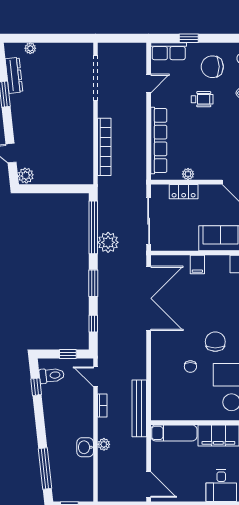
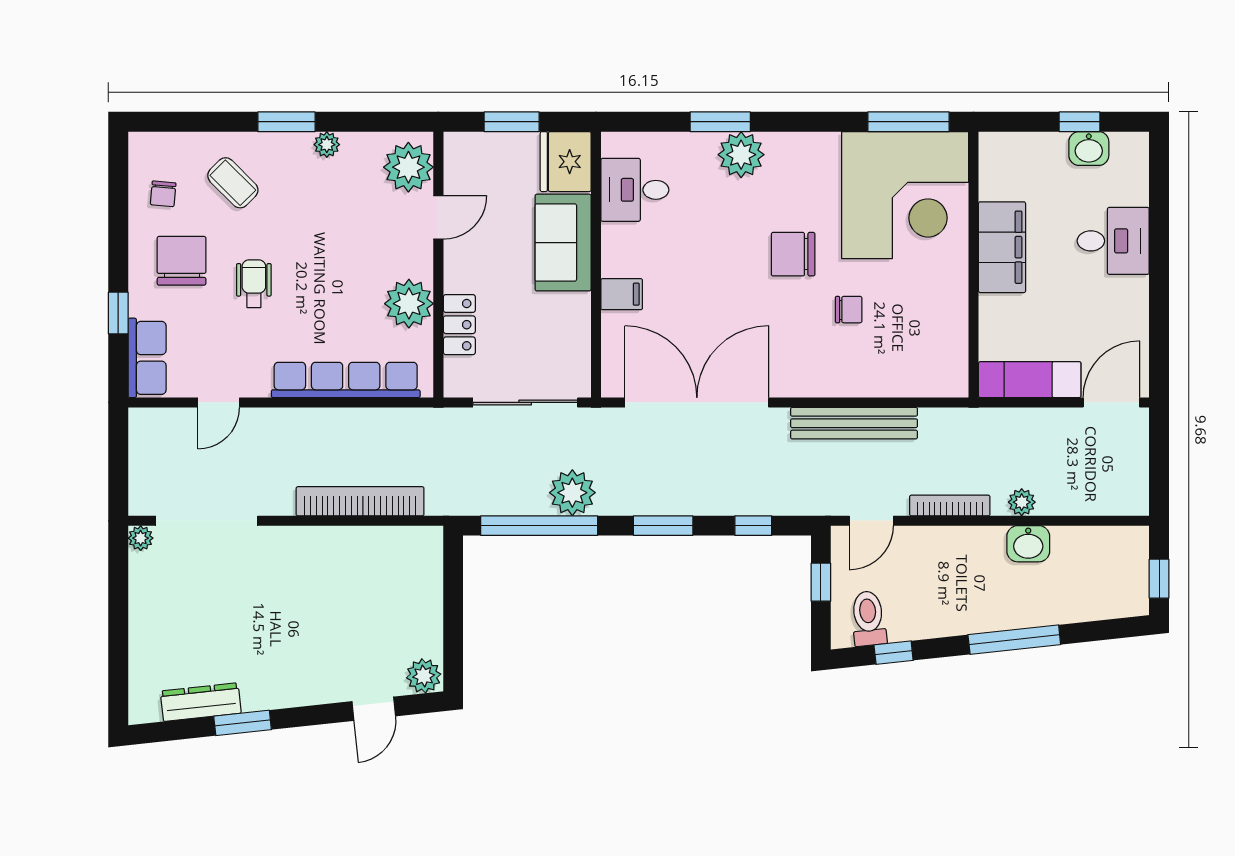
plant: (30, 48) -> (141, 538), moved
chair: (212, 67) -> (182, 261), turned 180
door: (149, 83) -> (219, 402), swing flipped
plant: (188, 174) -> (409, 304), width x1.87, depth x1.87
bookcase: (102, 406) -> (950, 505), width x1.56
bench: (139, 408) -> (854, 423), moved
exam couch: (174, 433) -> (1030, 380), moved, turned -90
window: (45, 469) -> (1014, 640), moved

